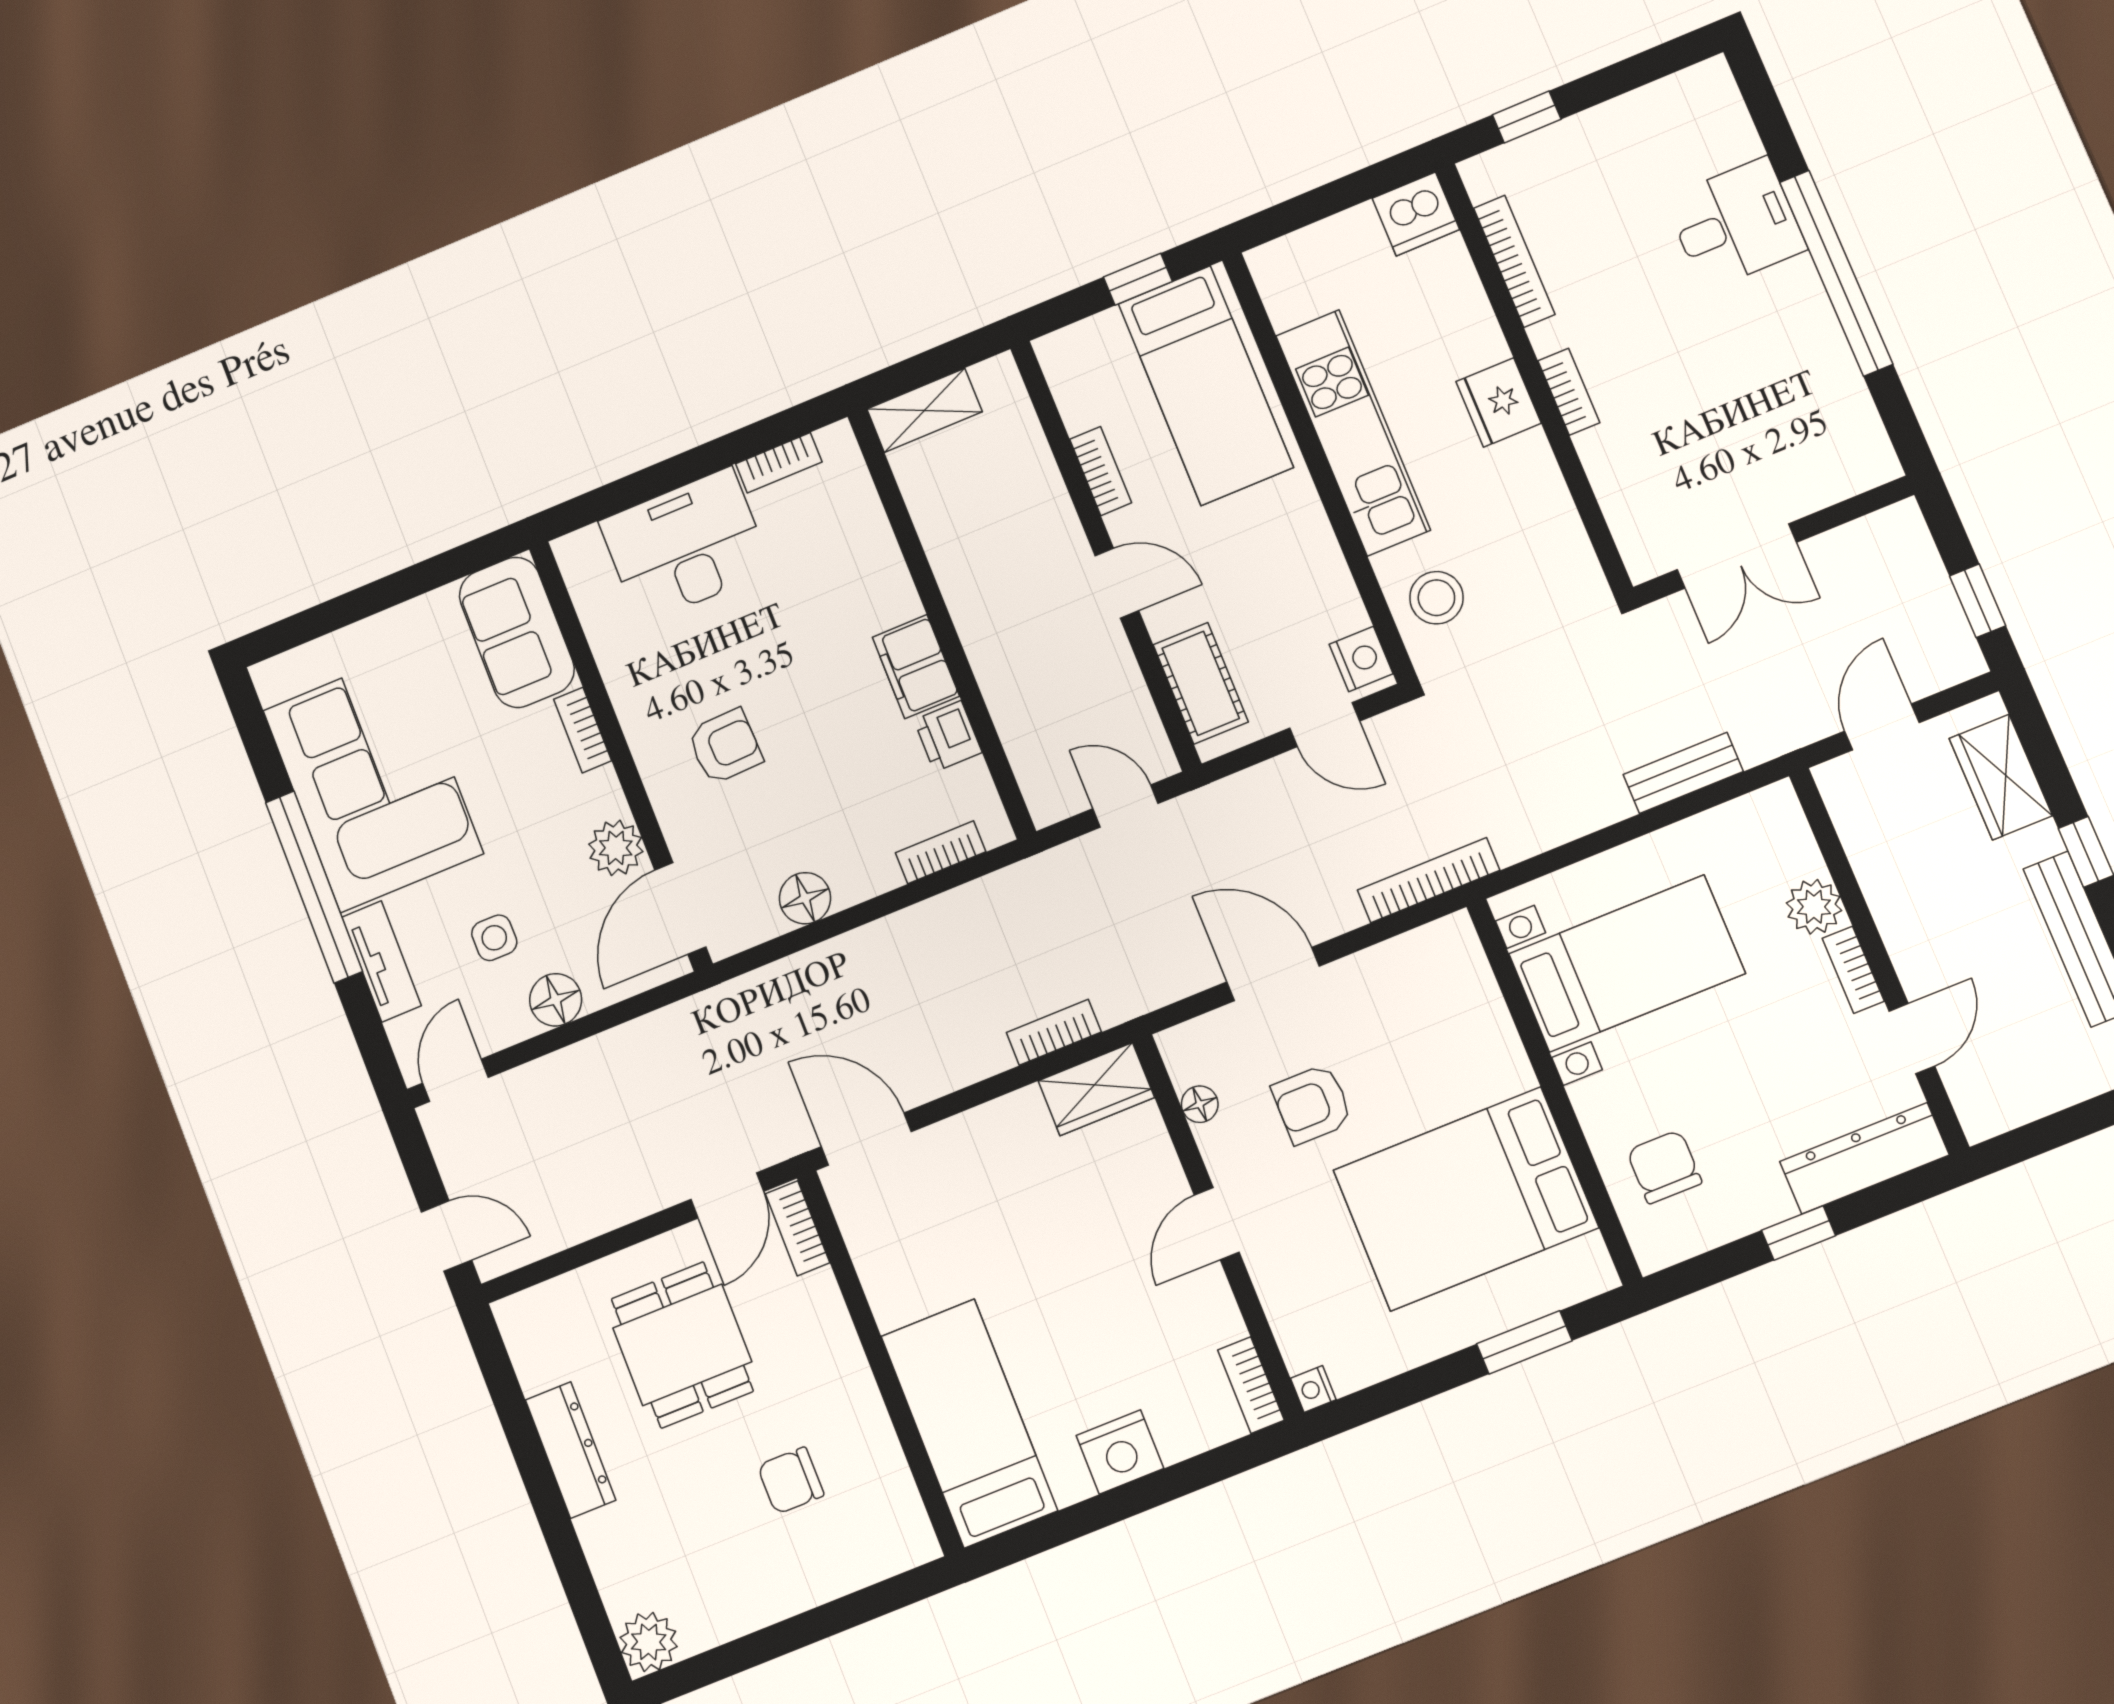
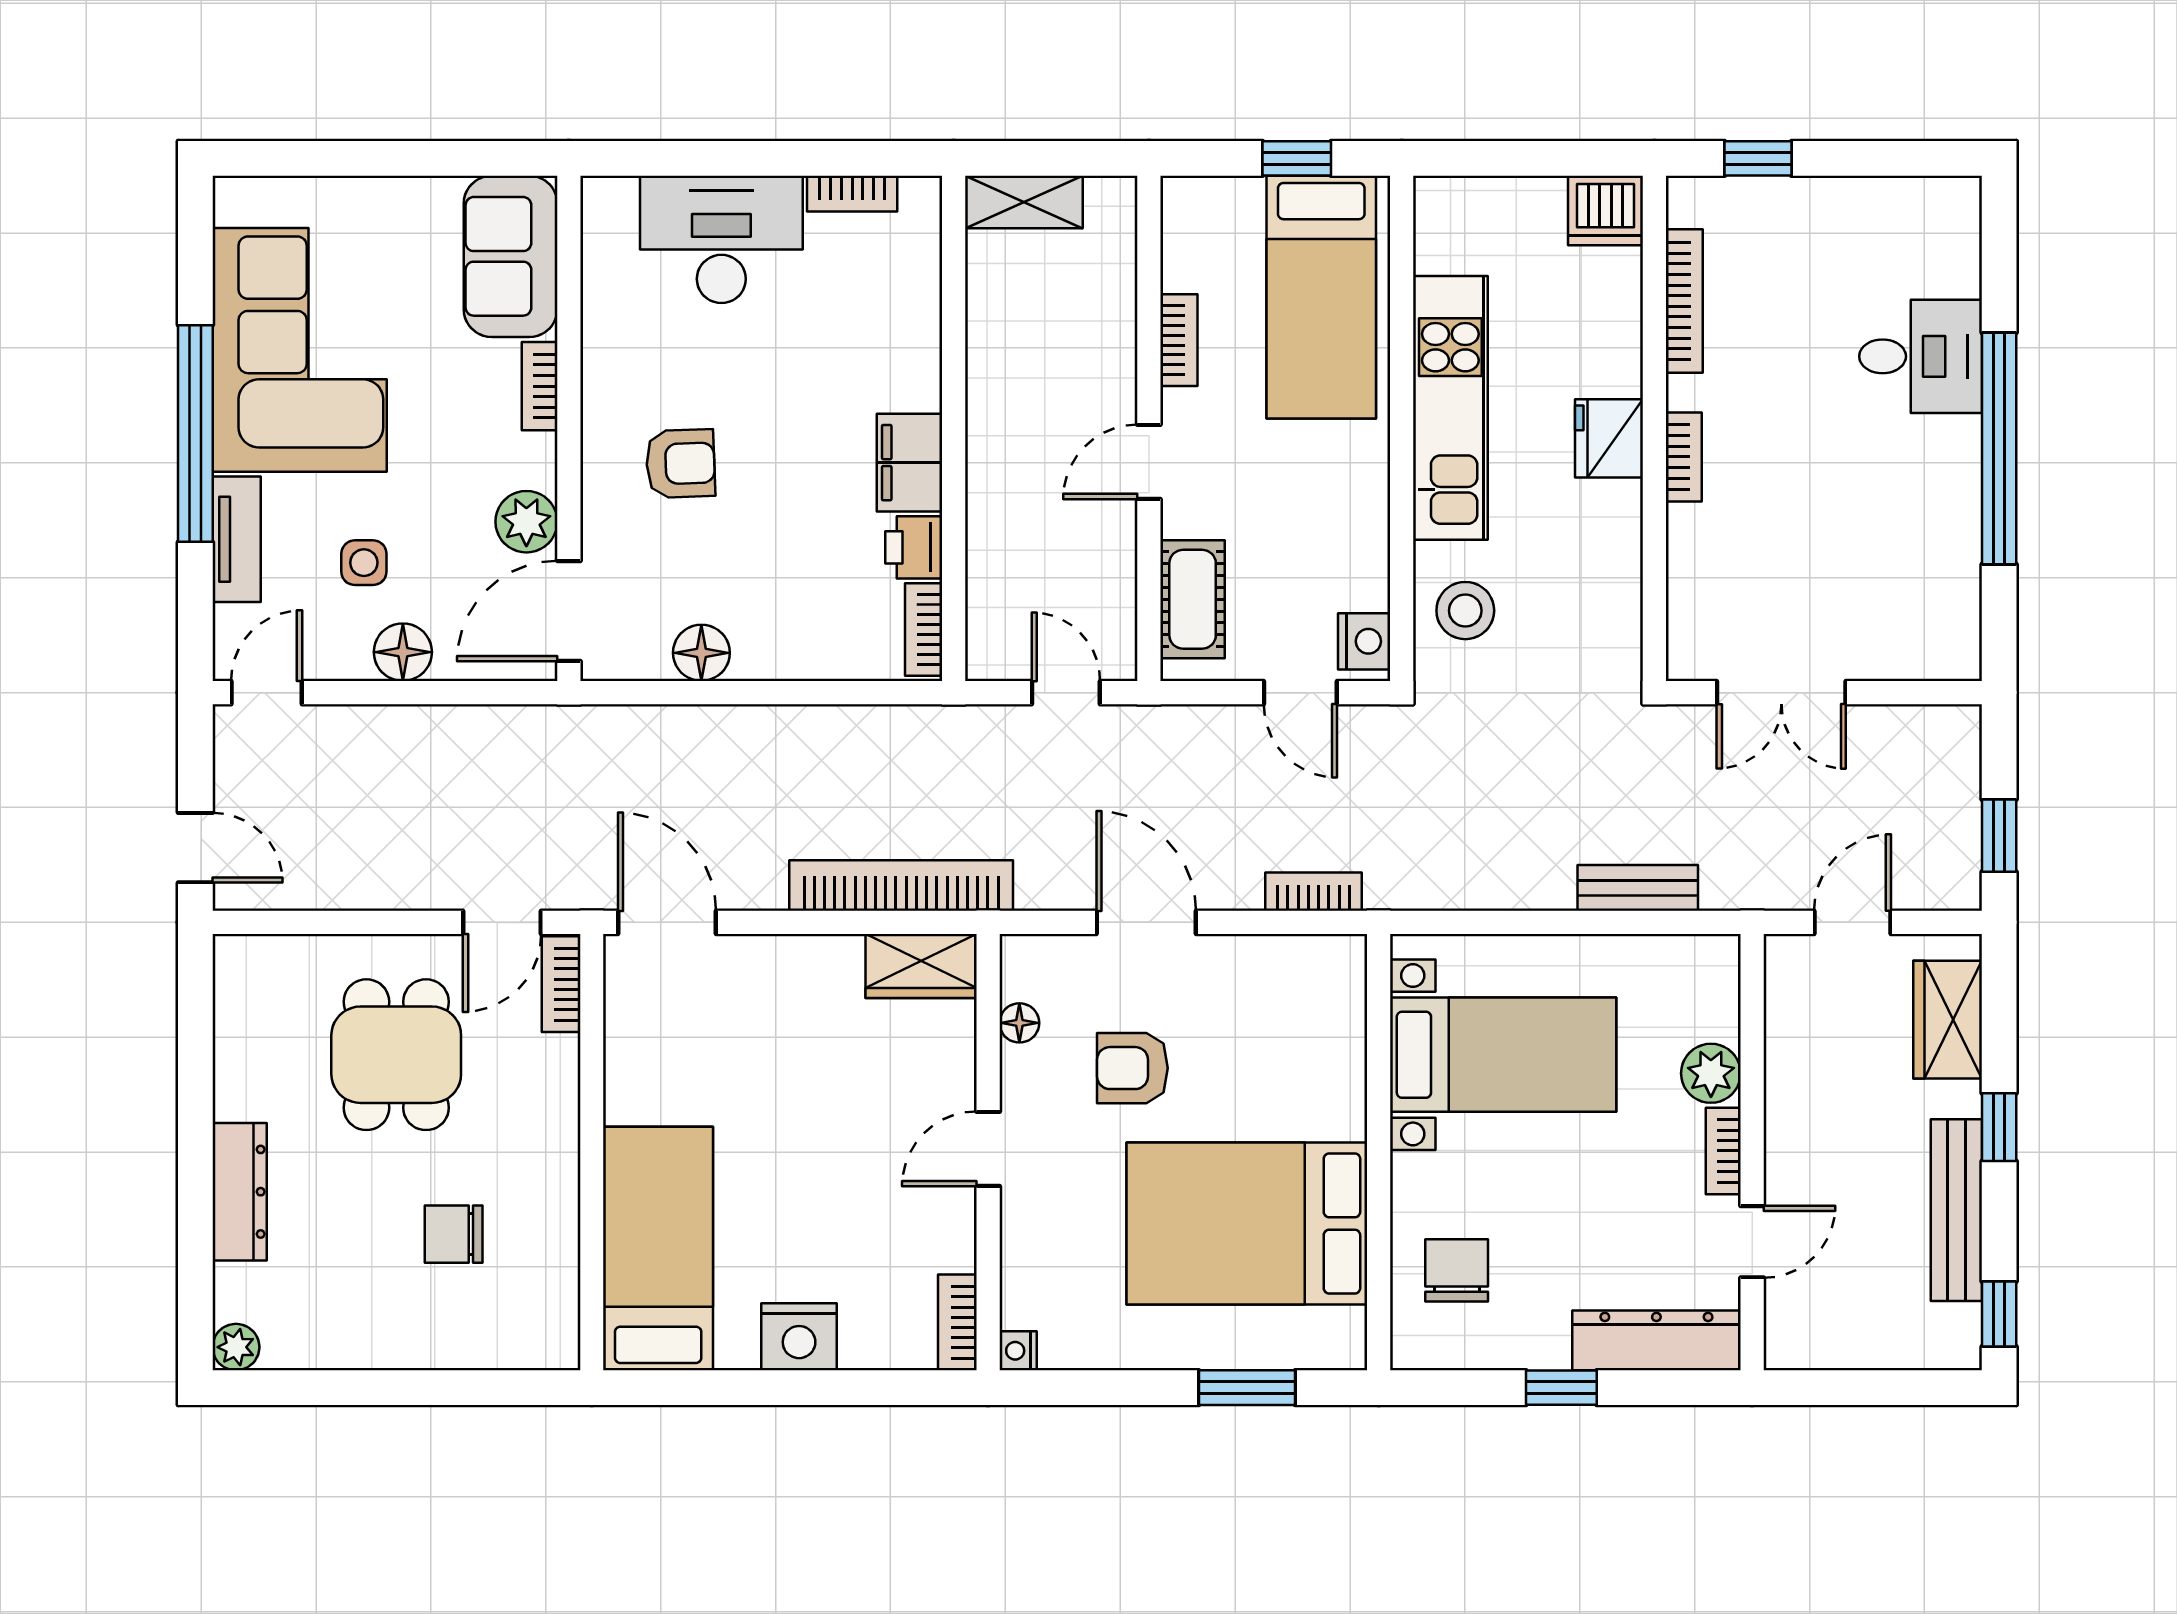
door: (1117, 583) -> (1149, 462), swing flipped
bookcase: (941, 852) -> (924, 629), moved, turned -90
bookcase: (1429, 880) -> (1313, 892), width x0.64
bookcase: (1054, 1032) -> (901, 885), width x2.31, depth x1.31
dresser: (571, 1450) -> (240, 1192), moved
plant: (649, 1642) -> (236, 1347), width x0.73, depth x0.73

